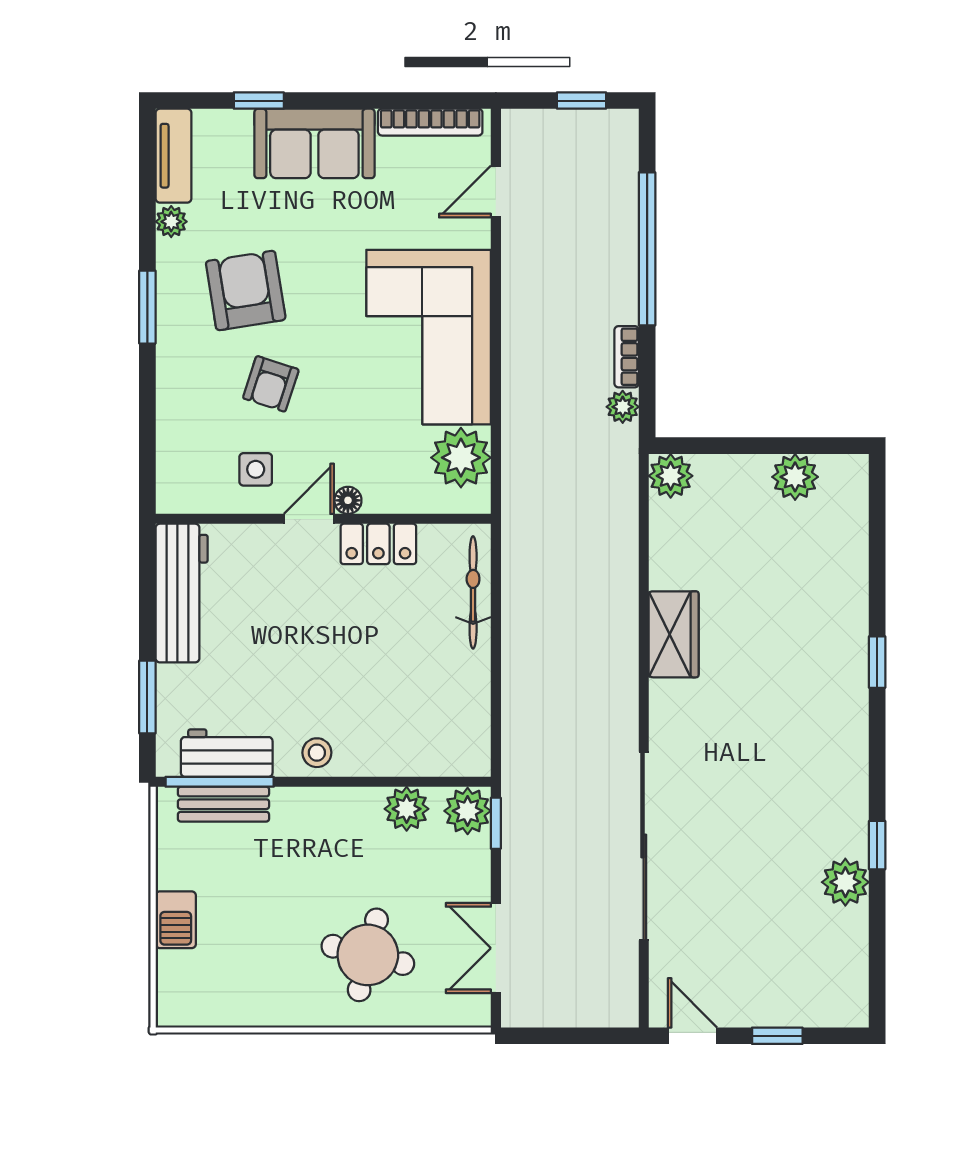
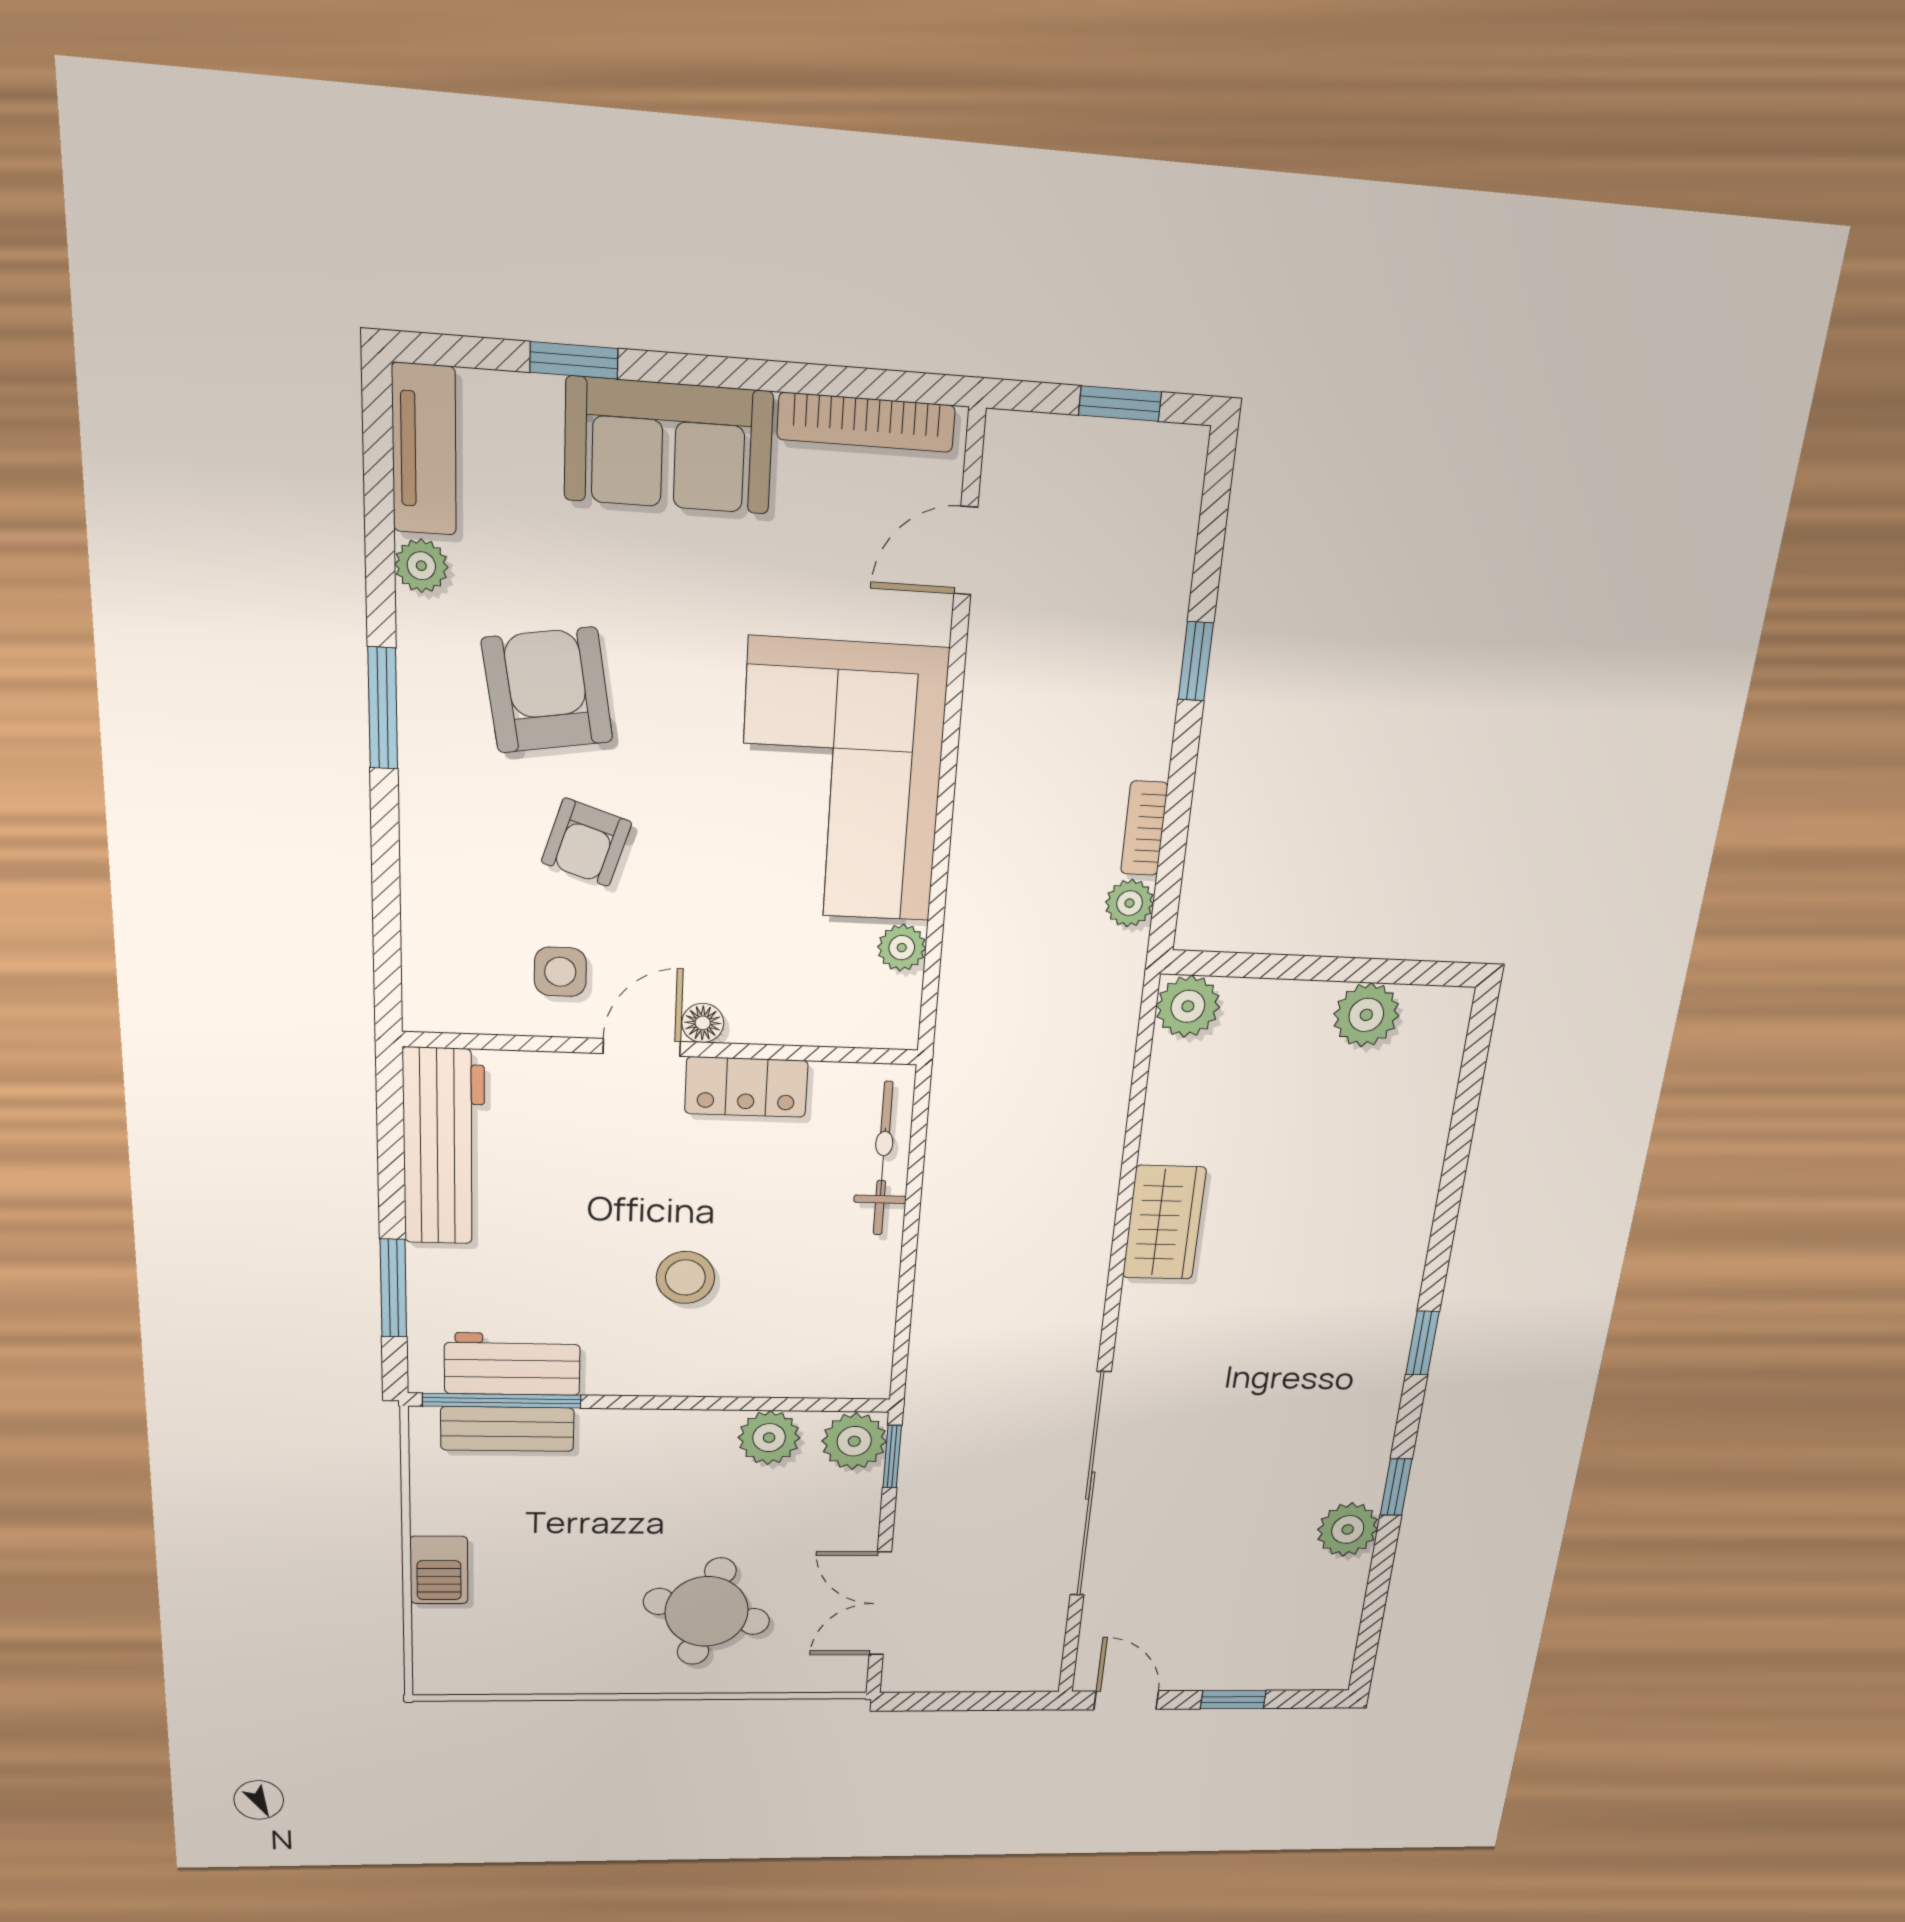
window: (647, 249) -> (1196, 661), width x0.32
plant: (461, 458) -> (902, 948), width x0.53, depth x0.53
window: (877, 662) -> (1422, 1343), moved
stool: (317, 753) -> (685, 1278), moved, width x1.37, depth x1.37

